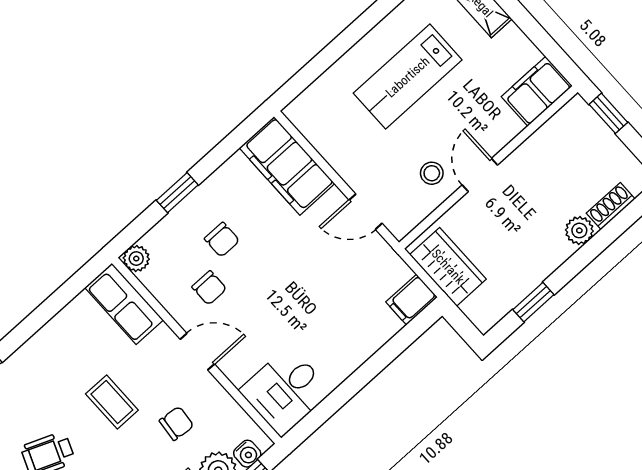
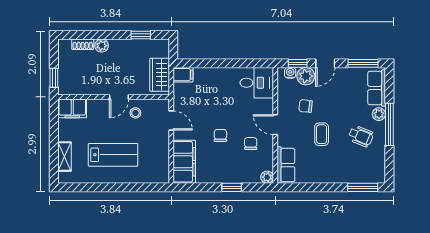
chair: (222, 240) -> (220, 136), moved

